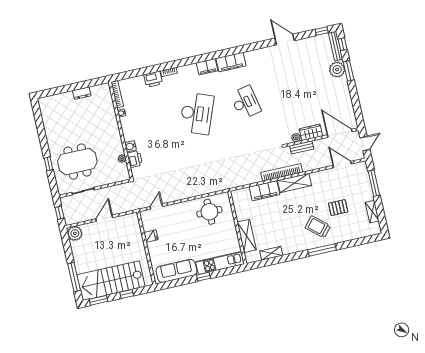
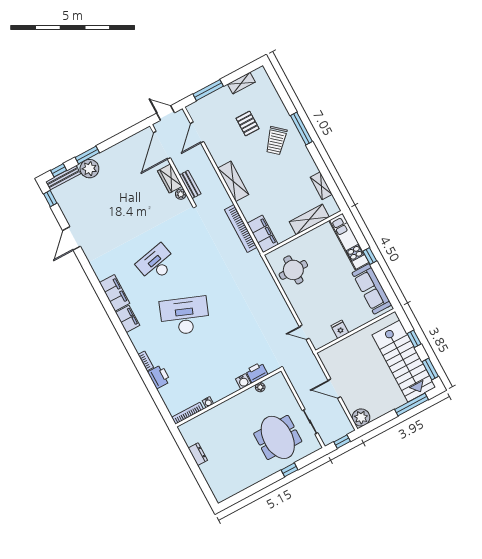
bookcase: (282, 172) -> (241, 228), moved
filing cabinet: (265, 191) -> (263, 234), moved

